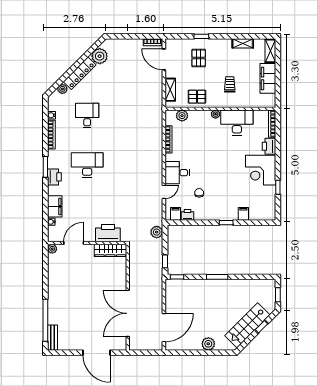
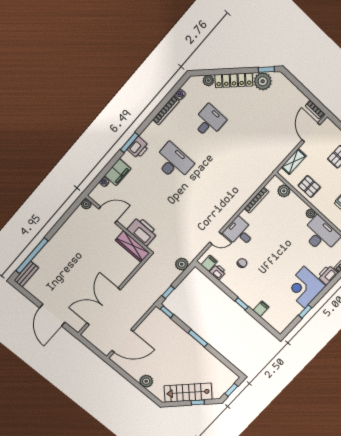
window: (95, 46) -> (266, 69), added
window: (45, 167) -> (129, 142), moved

